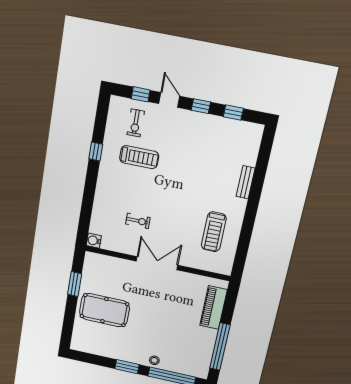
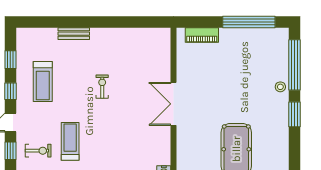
exercise bike: (138, 221) -> (102, 87), moved
treadmill: (214, 232) -> (43, 81), moved, turned 90
piano: (214, 308) -> (202, 35), width x0.73, depth x0.75

